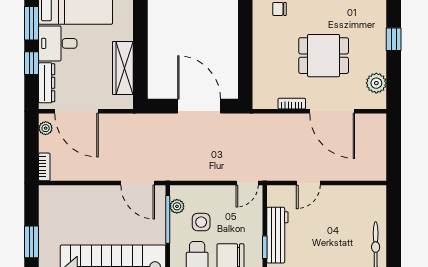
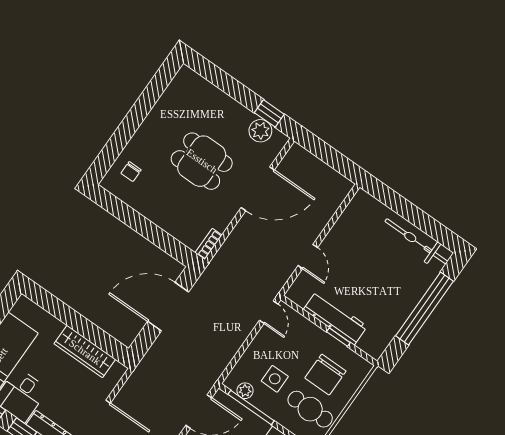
window: (394, 39) -> (269, 113), moved
dining table: (324, 56) -> (202, 161), turned 90
bookcase: (292, 104) -> (209, 244), moved

